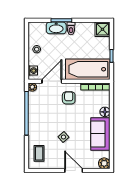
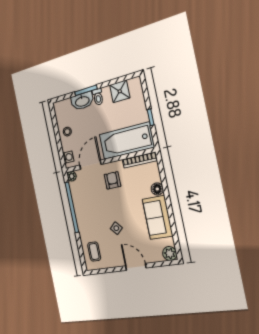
shower: (102, 29) -> (120, 91), moved

